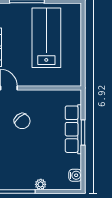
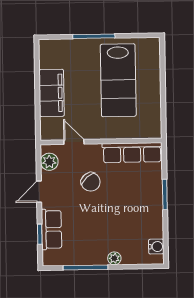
lab bench: (46, 38) -> (118, 80), turned 180
row of seats: (73, 129) -> (132, 153), moved, turned -90

